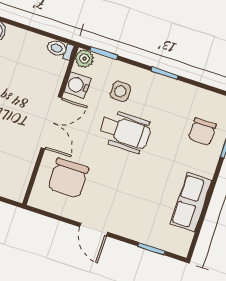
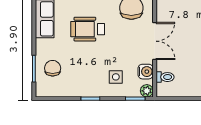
toilet: (60, 49) -> (165, 77), moved
double door: (51, 123) -> (155, 41), swing flipped
wheelchair: (125, 131) -> (88, 29), moved

